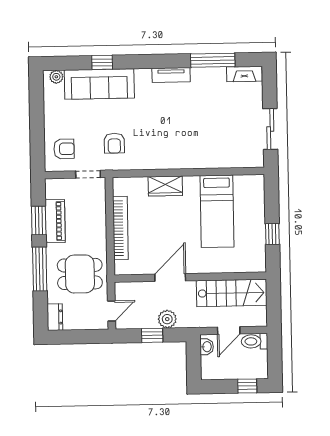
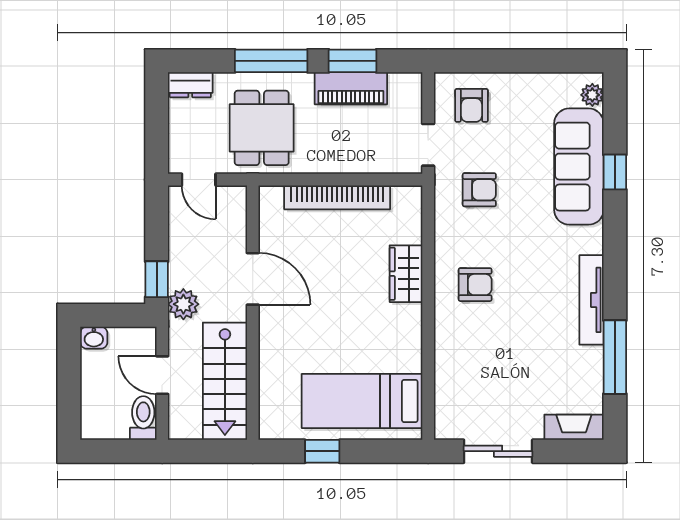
fireplace: (244, 74) -> (574, 427), moved, turned 90
tv unit: (171, 75) -> (591, 300), width x1.41
armchair: (114, 143) -> (479, 190), turned 180
armchair: (171, 145) -> (475, 285), added
bed: (217, 211) -> (362, 401), moved
plant: (167, 319) -> (183, 304), moved
window: (152, 335) -> (157, 279), moved
washbasin: (207, 347) -> (94, 338), moved
window: (247, 386) -> (69, 404), removed

